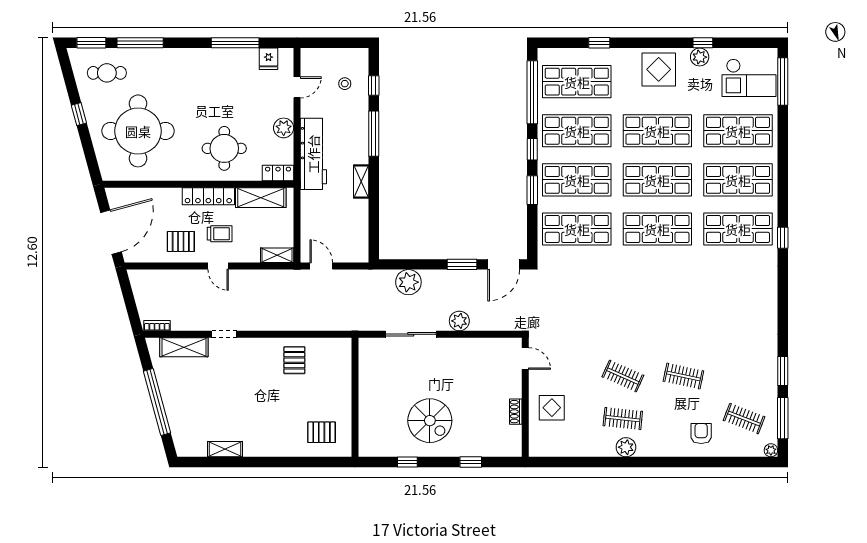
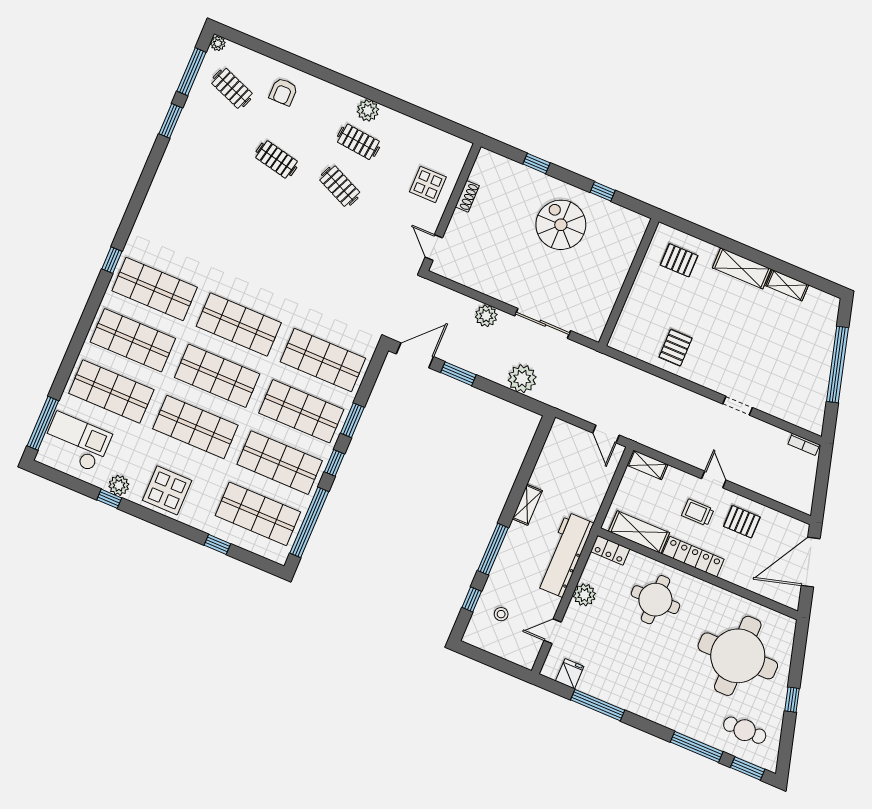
shelving: (184, 347) -> (742, 268), moved

